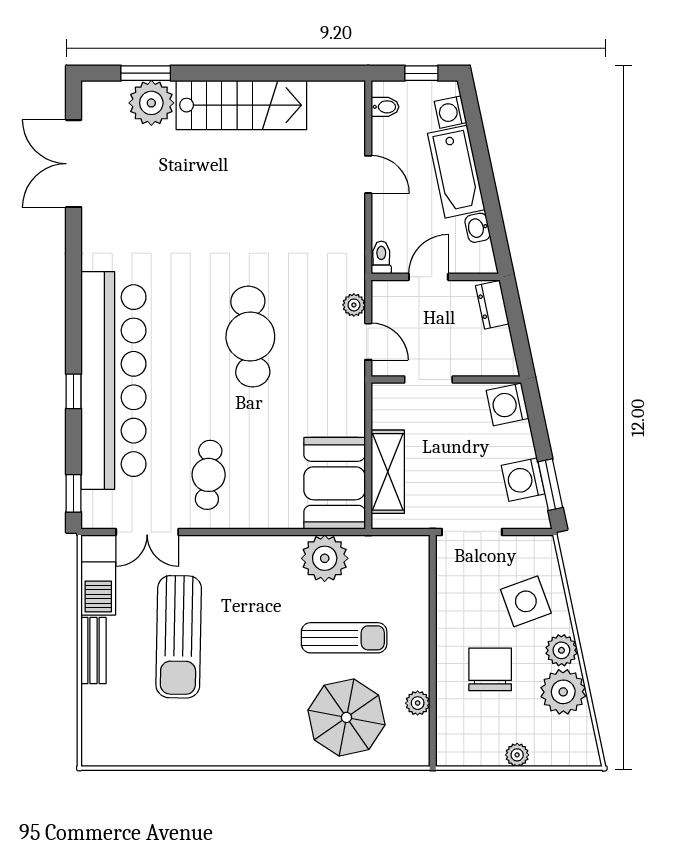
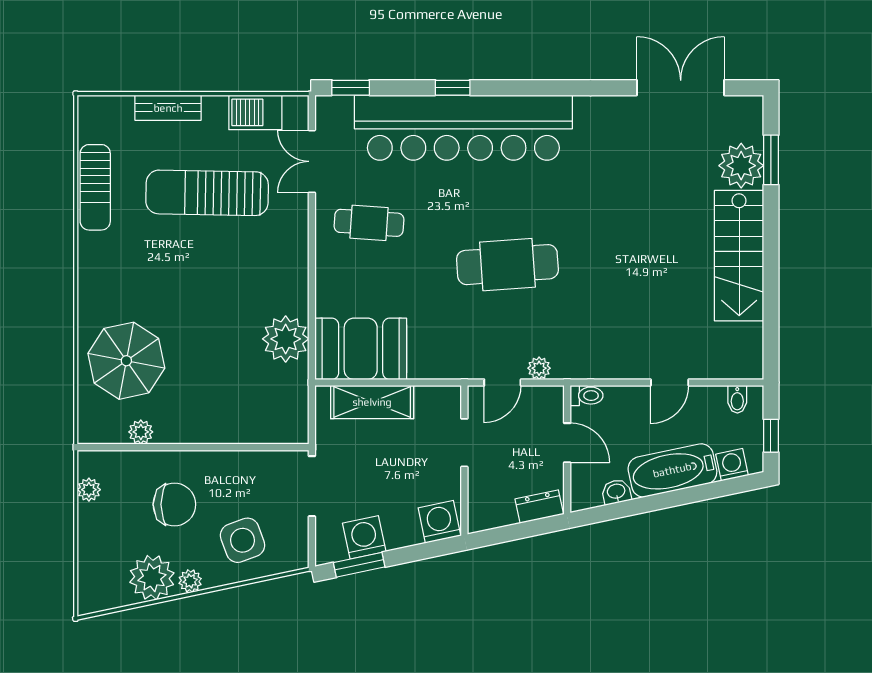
sun lounger: (344, 638) -> (95, 187), moved
bench: (94, 650) -> (168, 108), moved
plant: (561, 650) -> (190, 581), width x0.73, depth x0.73
plant: (517, 755) -> (89, 490), moved

